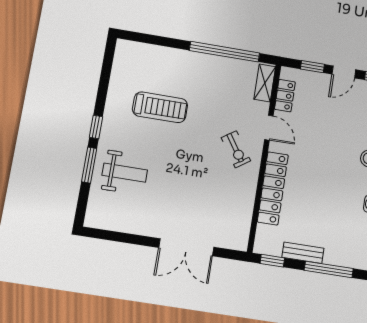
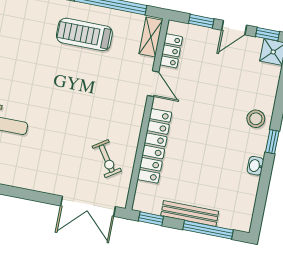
treadmill: (160, 107) -> (84, 34), moved, turned 180
exercise bike: (236, 149) -> (107, 159), moved
double door: (186, 247) -> (88, 206), moved
bench: (303, 253) -> (190, 213), width x1.36

